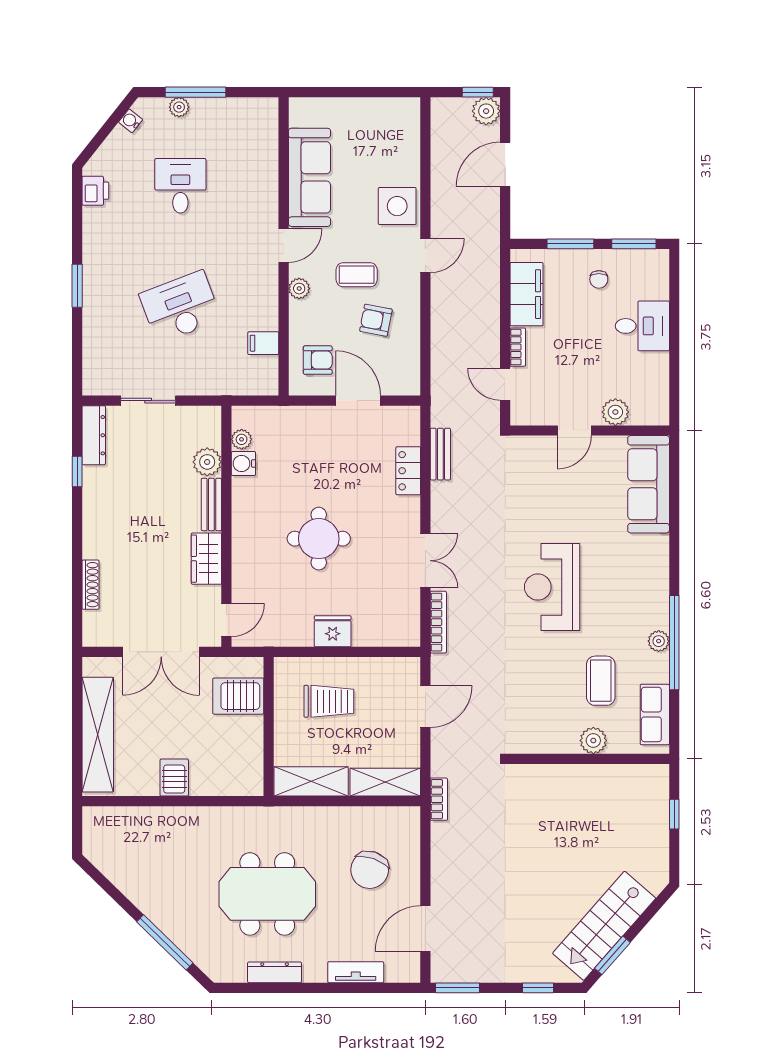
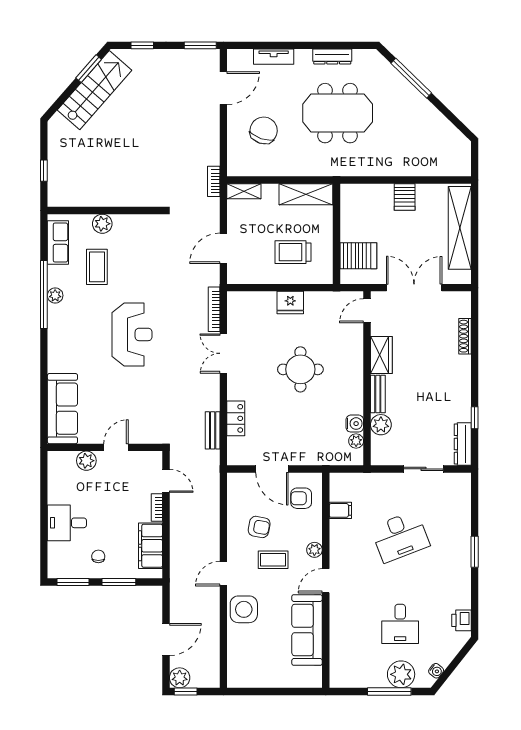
plant: (179, 107) -> (401, 674), width x1.88, depth x1.88
shelving: (385, 782) -> (244, 191), width x0.67, depth x0.75

